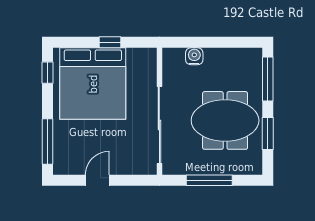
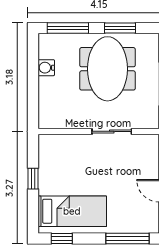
water cooler: (194, 56) -> (46, 68), moved
bed: (93, 84) -> (72, 211), width x0.49
sliding door: (159, 125) -> (112, 131), width x0.54

